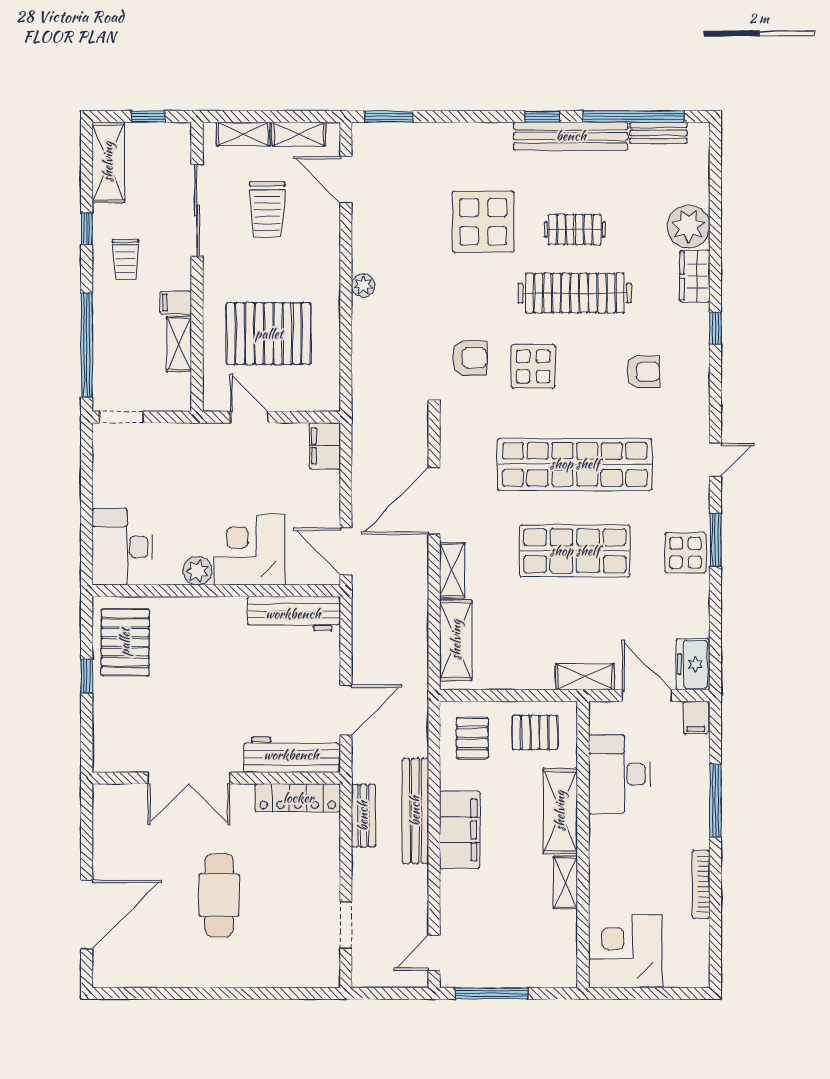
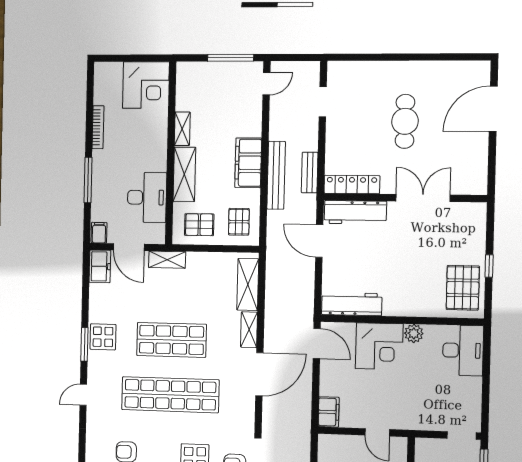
door: (346, 710) -> (319, 241), hinge flipped

